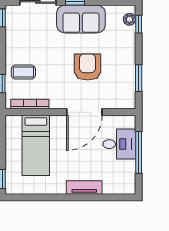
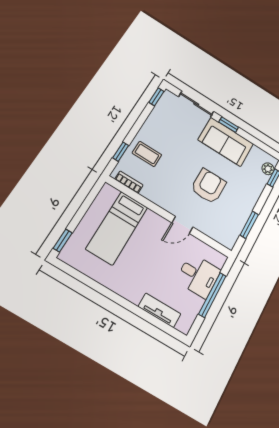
bookcase: (30, 104) -> (129, 182), width x0.64
door: (84, 112) -> (182, 225), width x0.53
tv unit: (84, 187) -> (160, 310), moved

